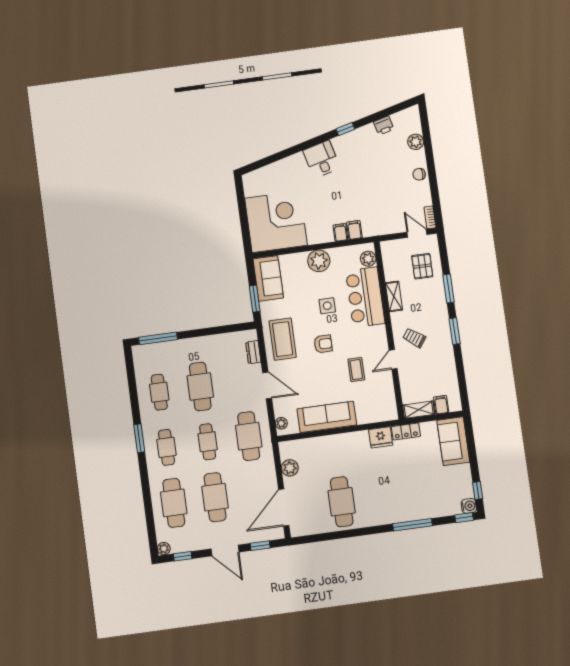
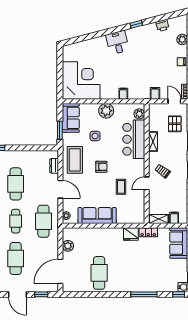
filing cabinet: (354, 230) -> (155, 93), moved
side table: (327, 306) -> (95, 136), moved

